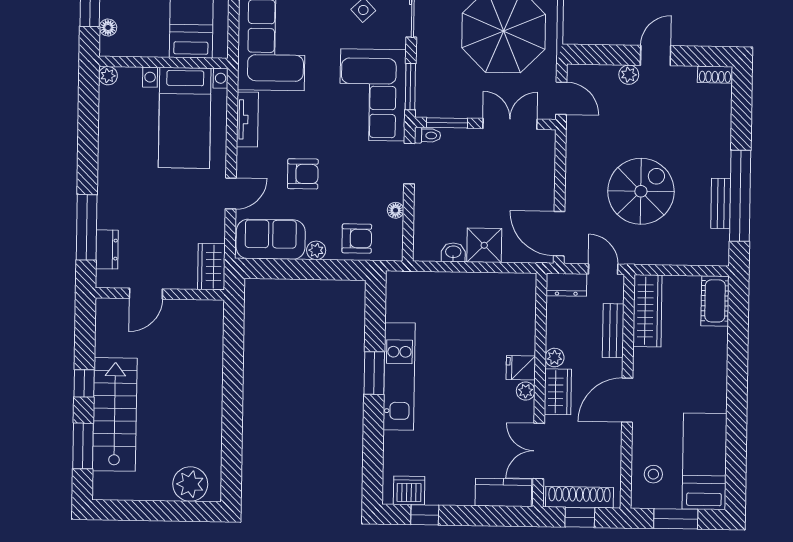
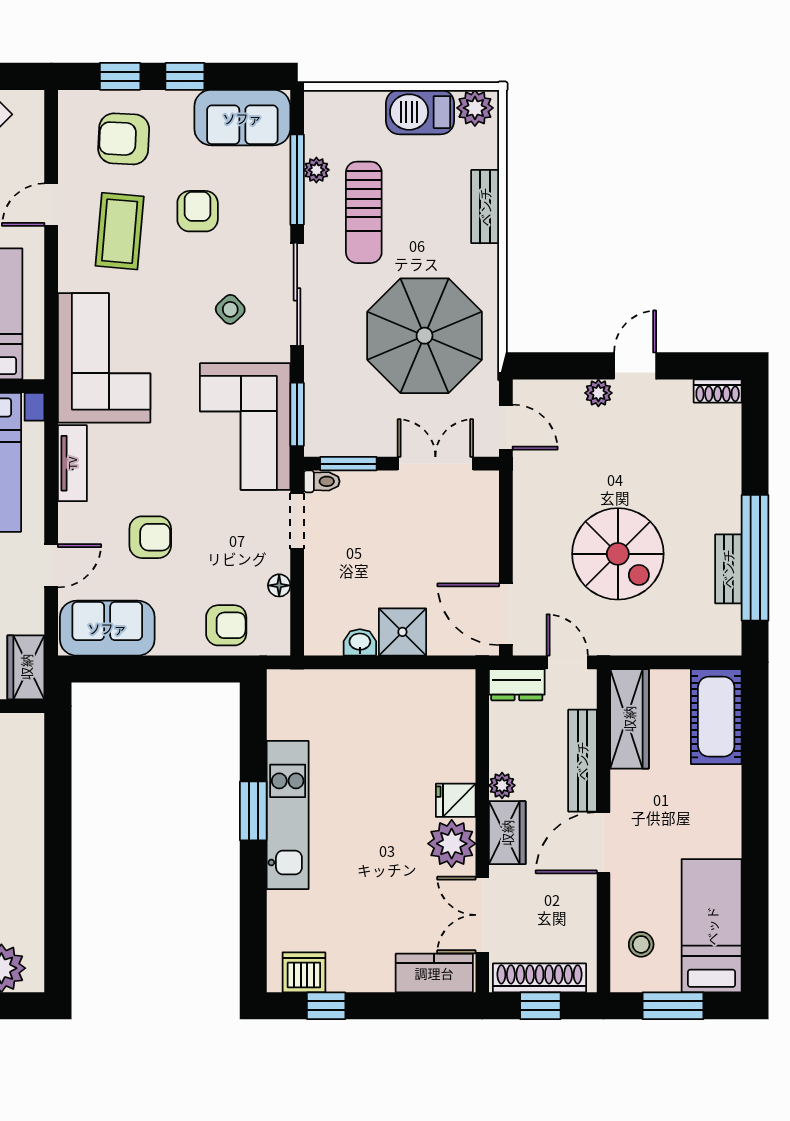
spiral stairs: (641, 191) -> (618, 554), turned 90
plant: (316, 250) -> (170, 643), removed
cot: (715, 301) -> (716, 717), width x1.37, depth x1.34
bench: (613, 331) -> (582, 761), width x1.36
plant: (526, 391) -> (452, 844), width x1.87, depth x1.87

